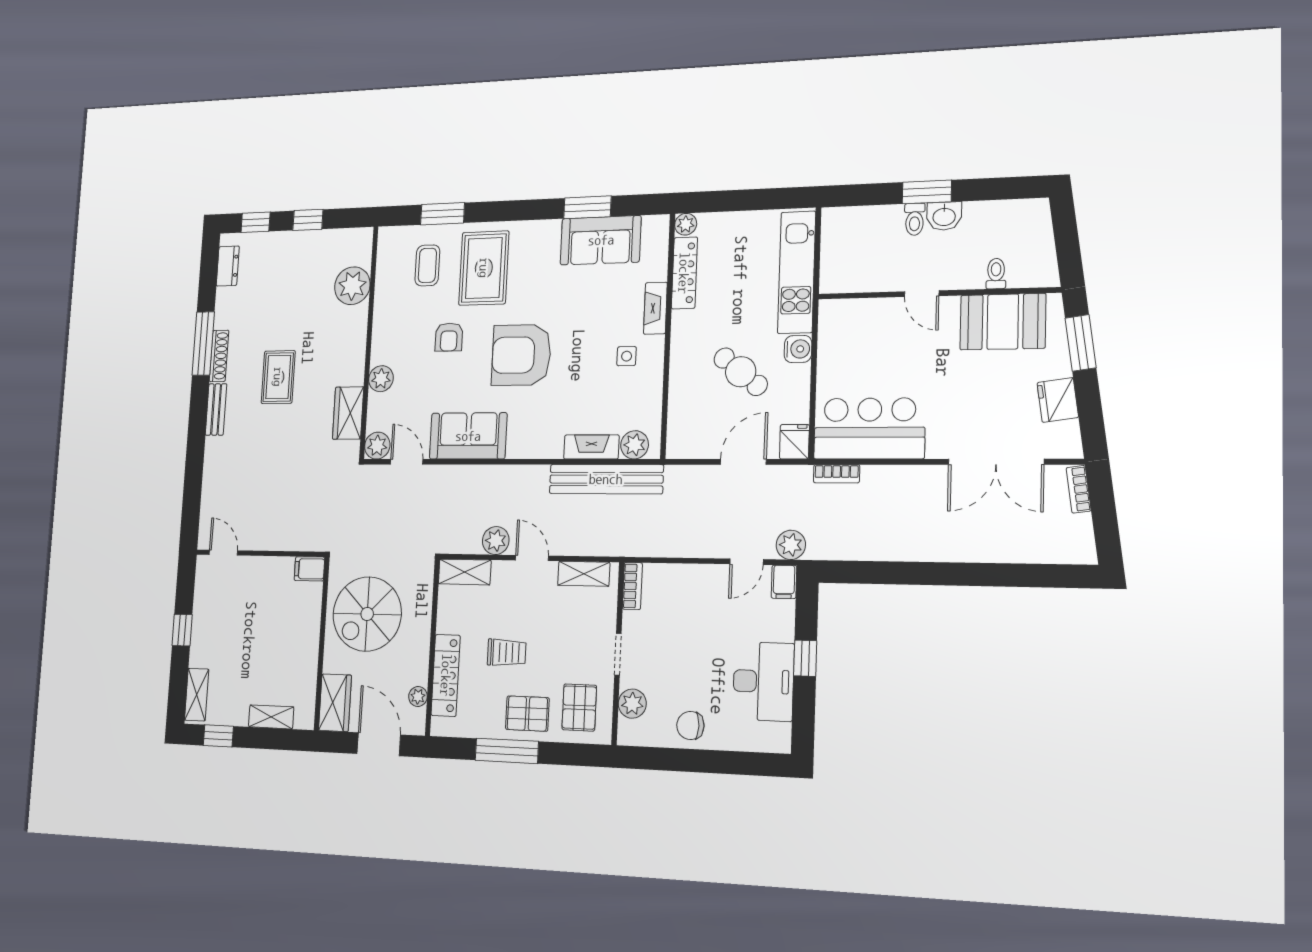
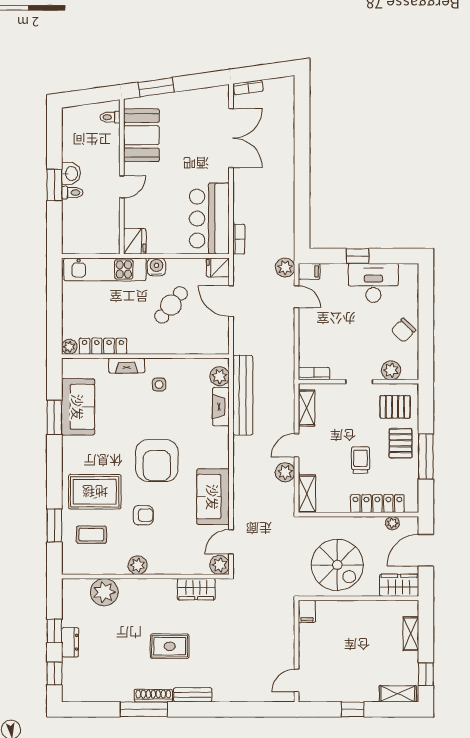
dresser: (228, 266) -> (70, 642), moved, turned 90
toilet: (996, 274) -> (110, 117), moved
plant: (381, 379) -> (138, 565), moved
fridge: (1058, 400) -> (135, 241), moved, turned -82
chair: (690, 725) -> (403, 330), turned 44

